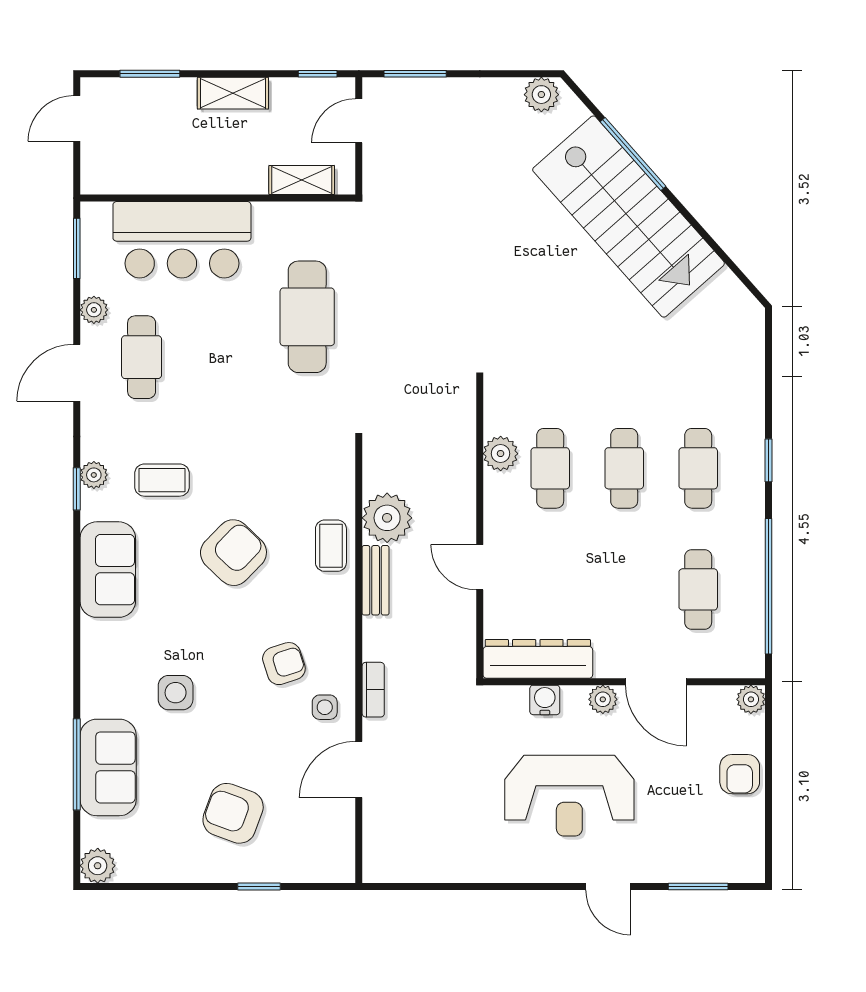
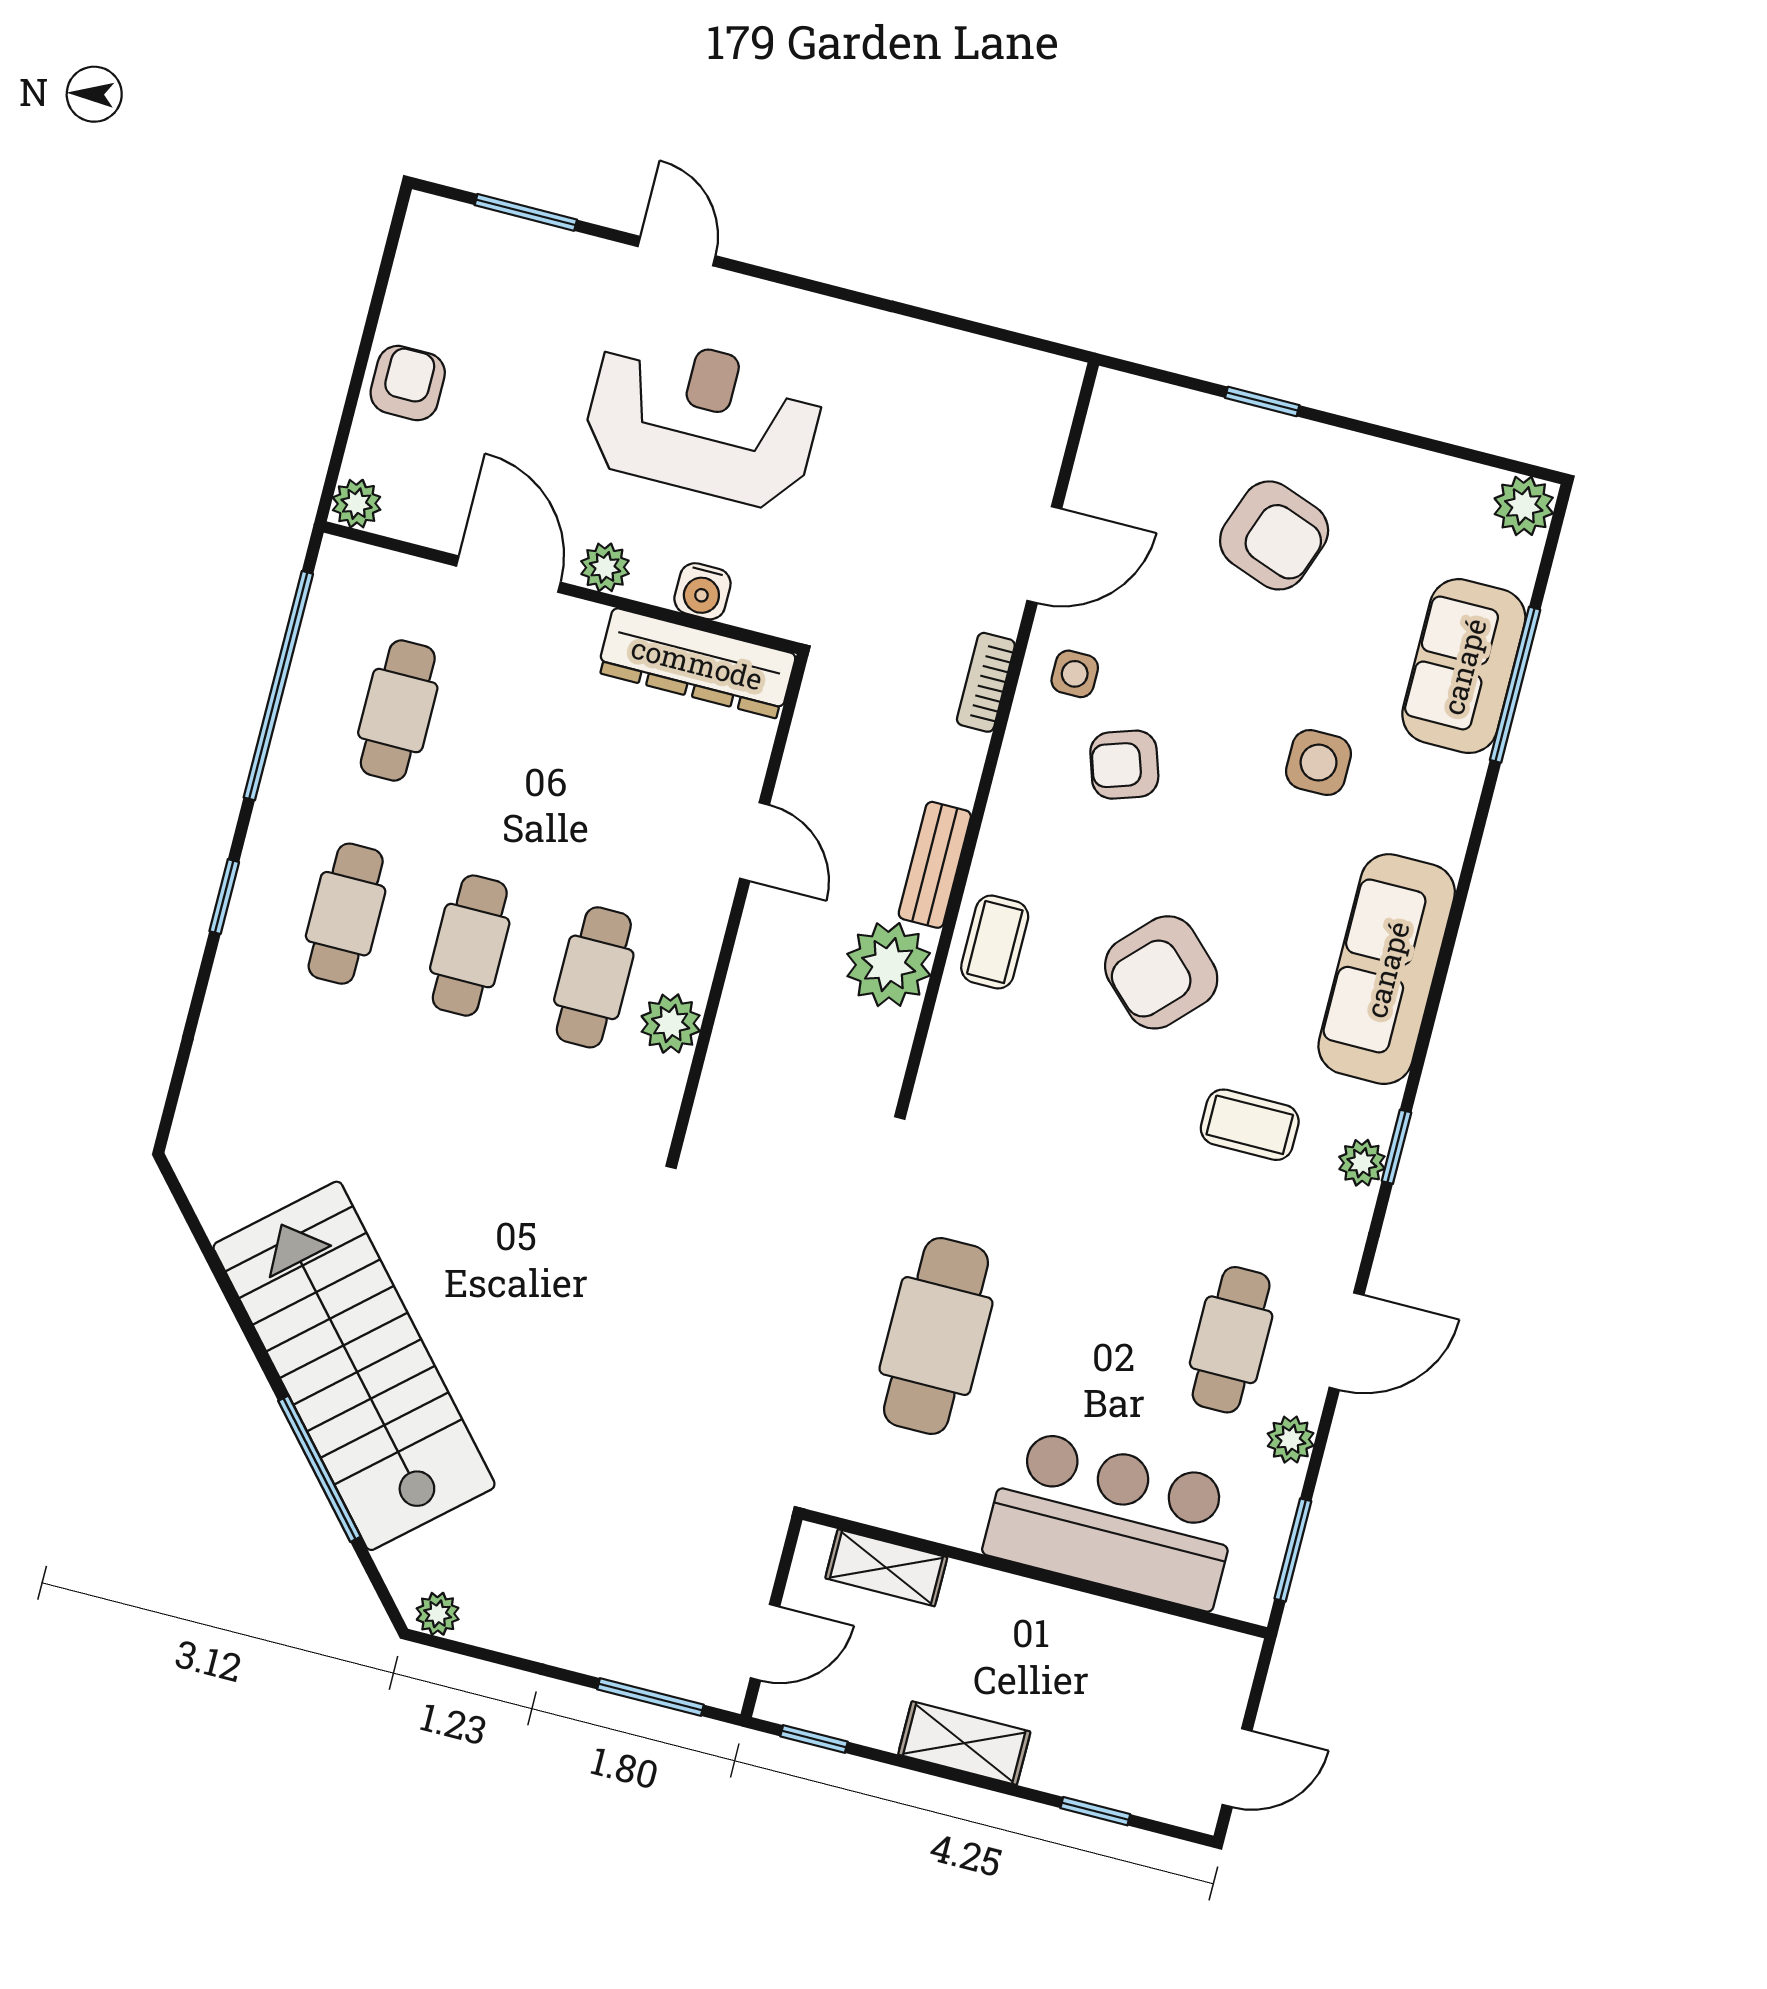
window: (150, 74) -> (1095, 1811), width x0.67
plant: (541, 95) -> (438, 1614), width x0.73, depth x0.73
sofa: (108, 570) -> (1387, 969), width x1.36

